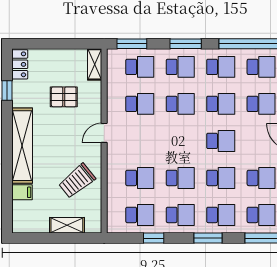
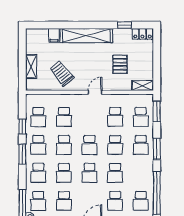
school desk: (221, 67) -> (90, 145), moved
door: (104, 133) -> (95, 92), hinge flipped
window: (208, 238) -> (22, 154), moved

